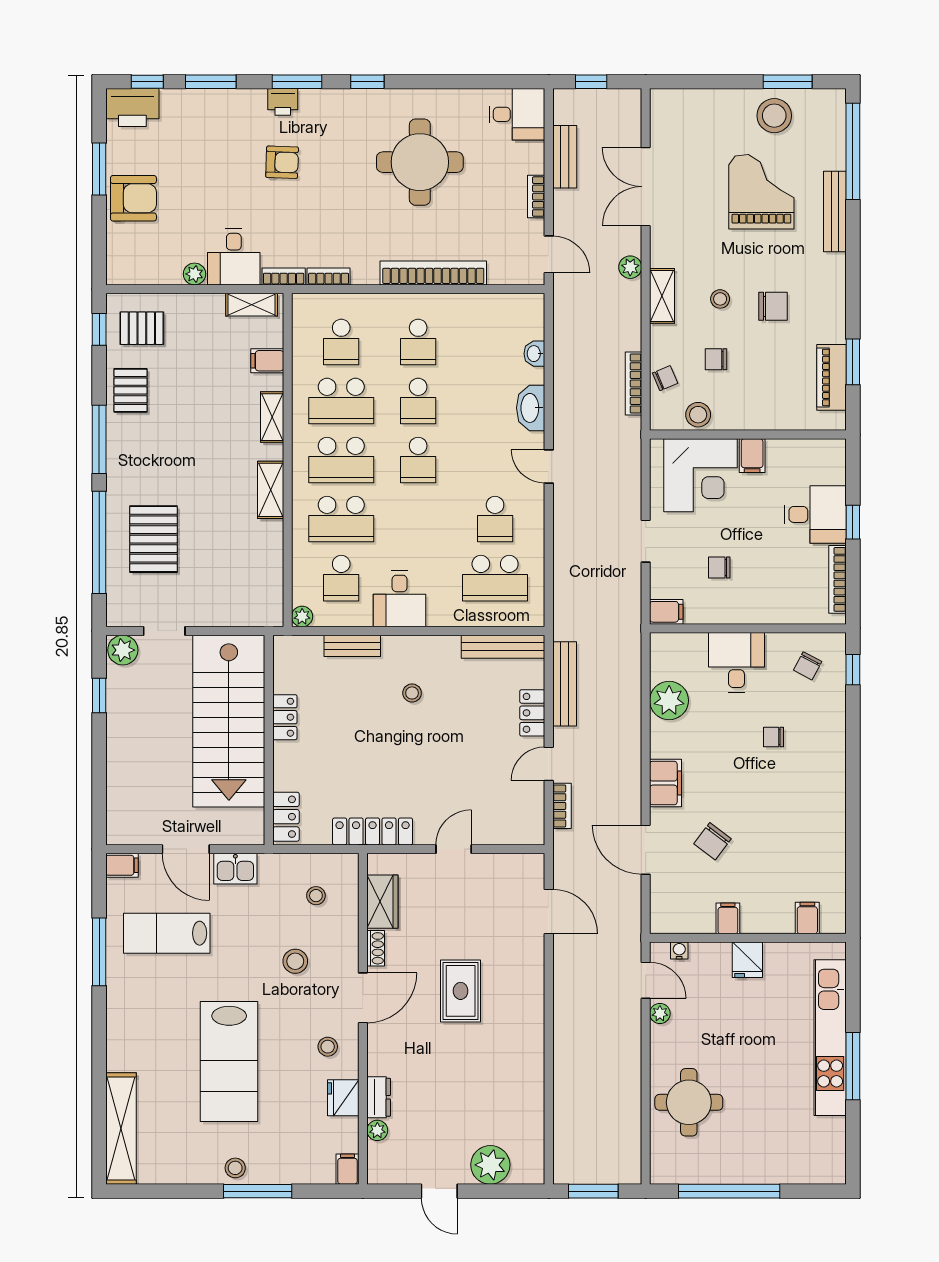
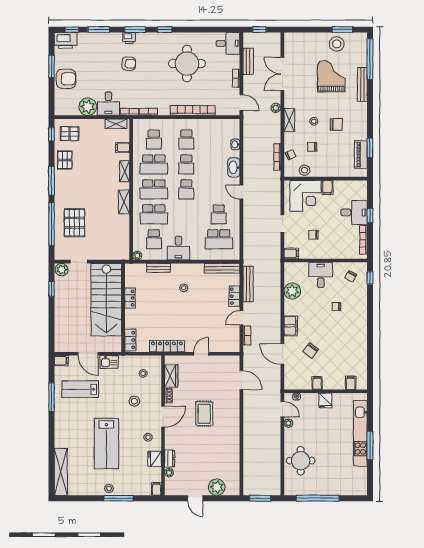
plant: (194, 274) -> (88, 107), width x1.88, depth x1.88

